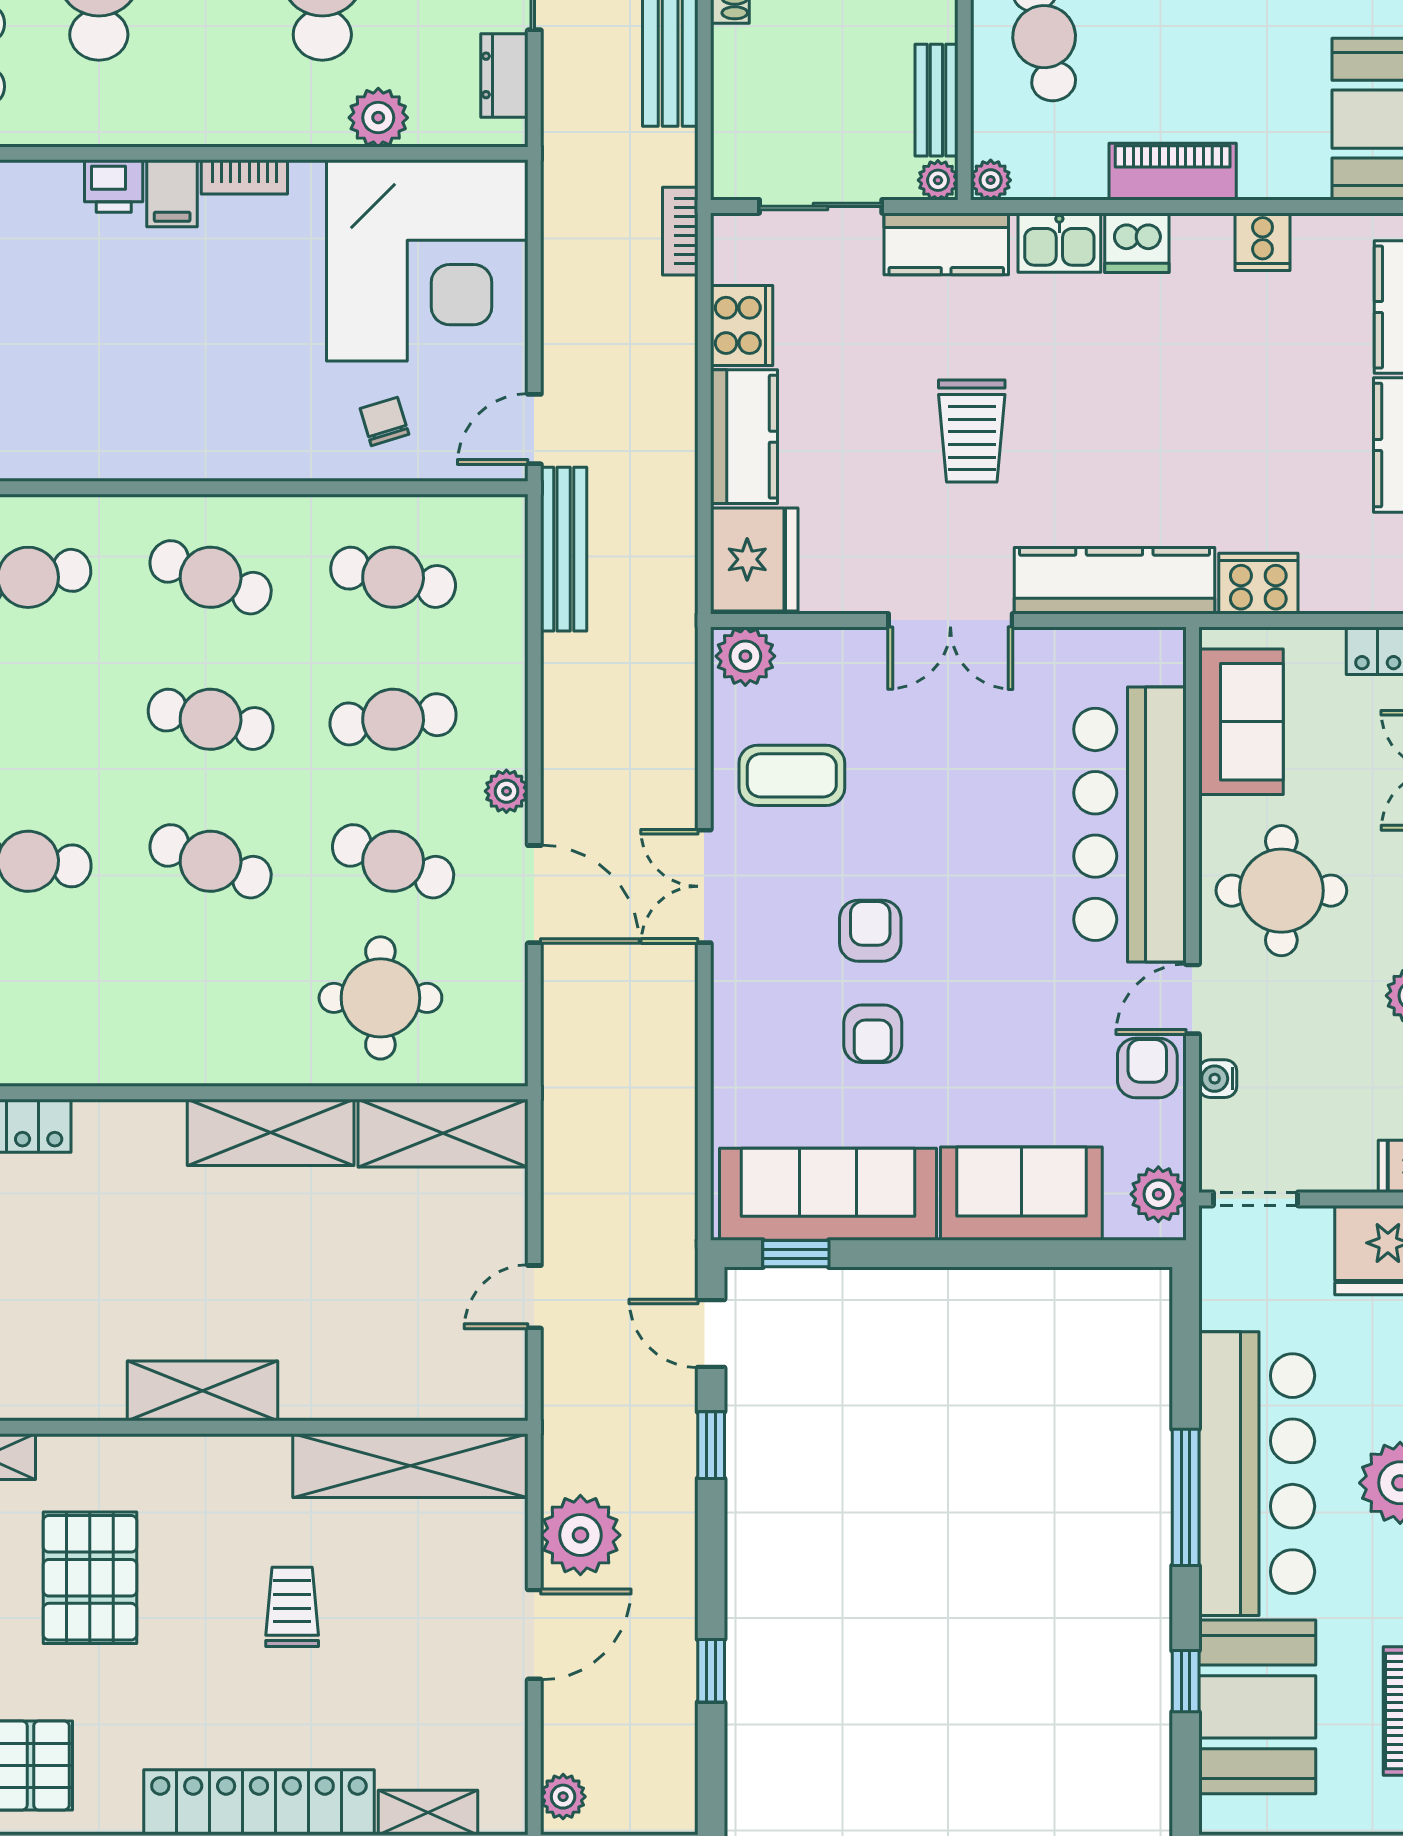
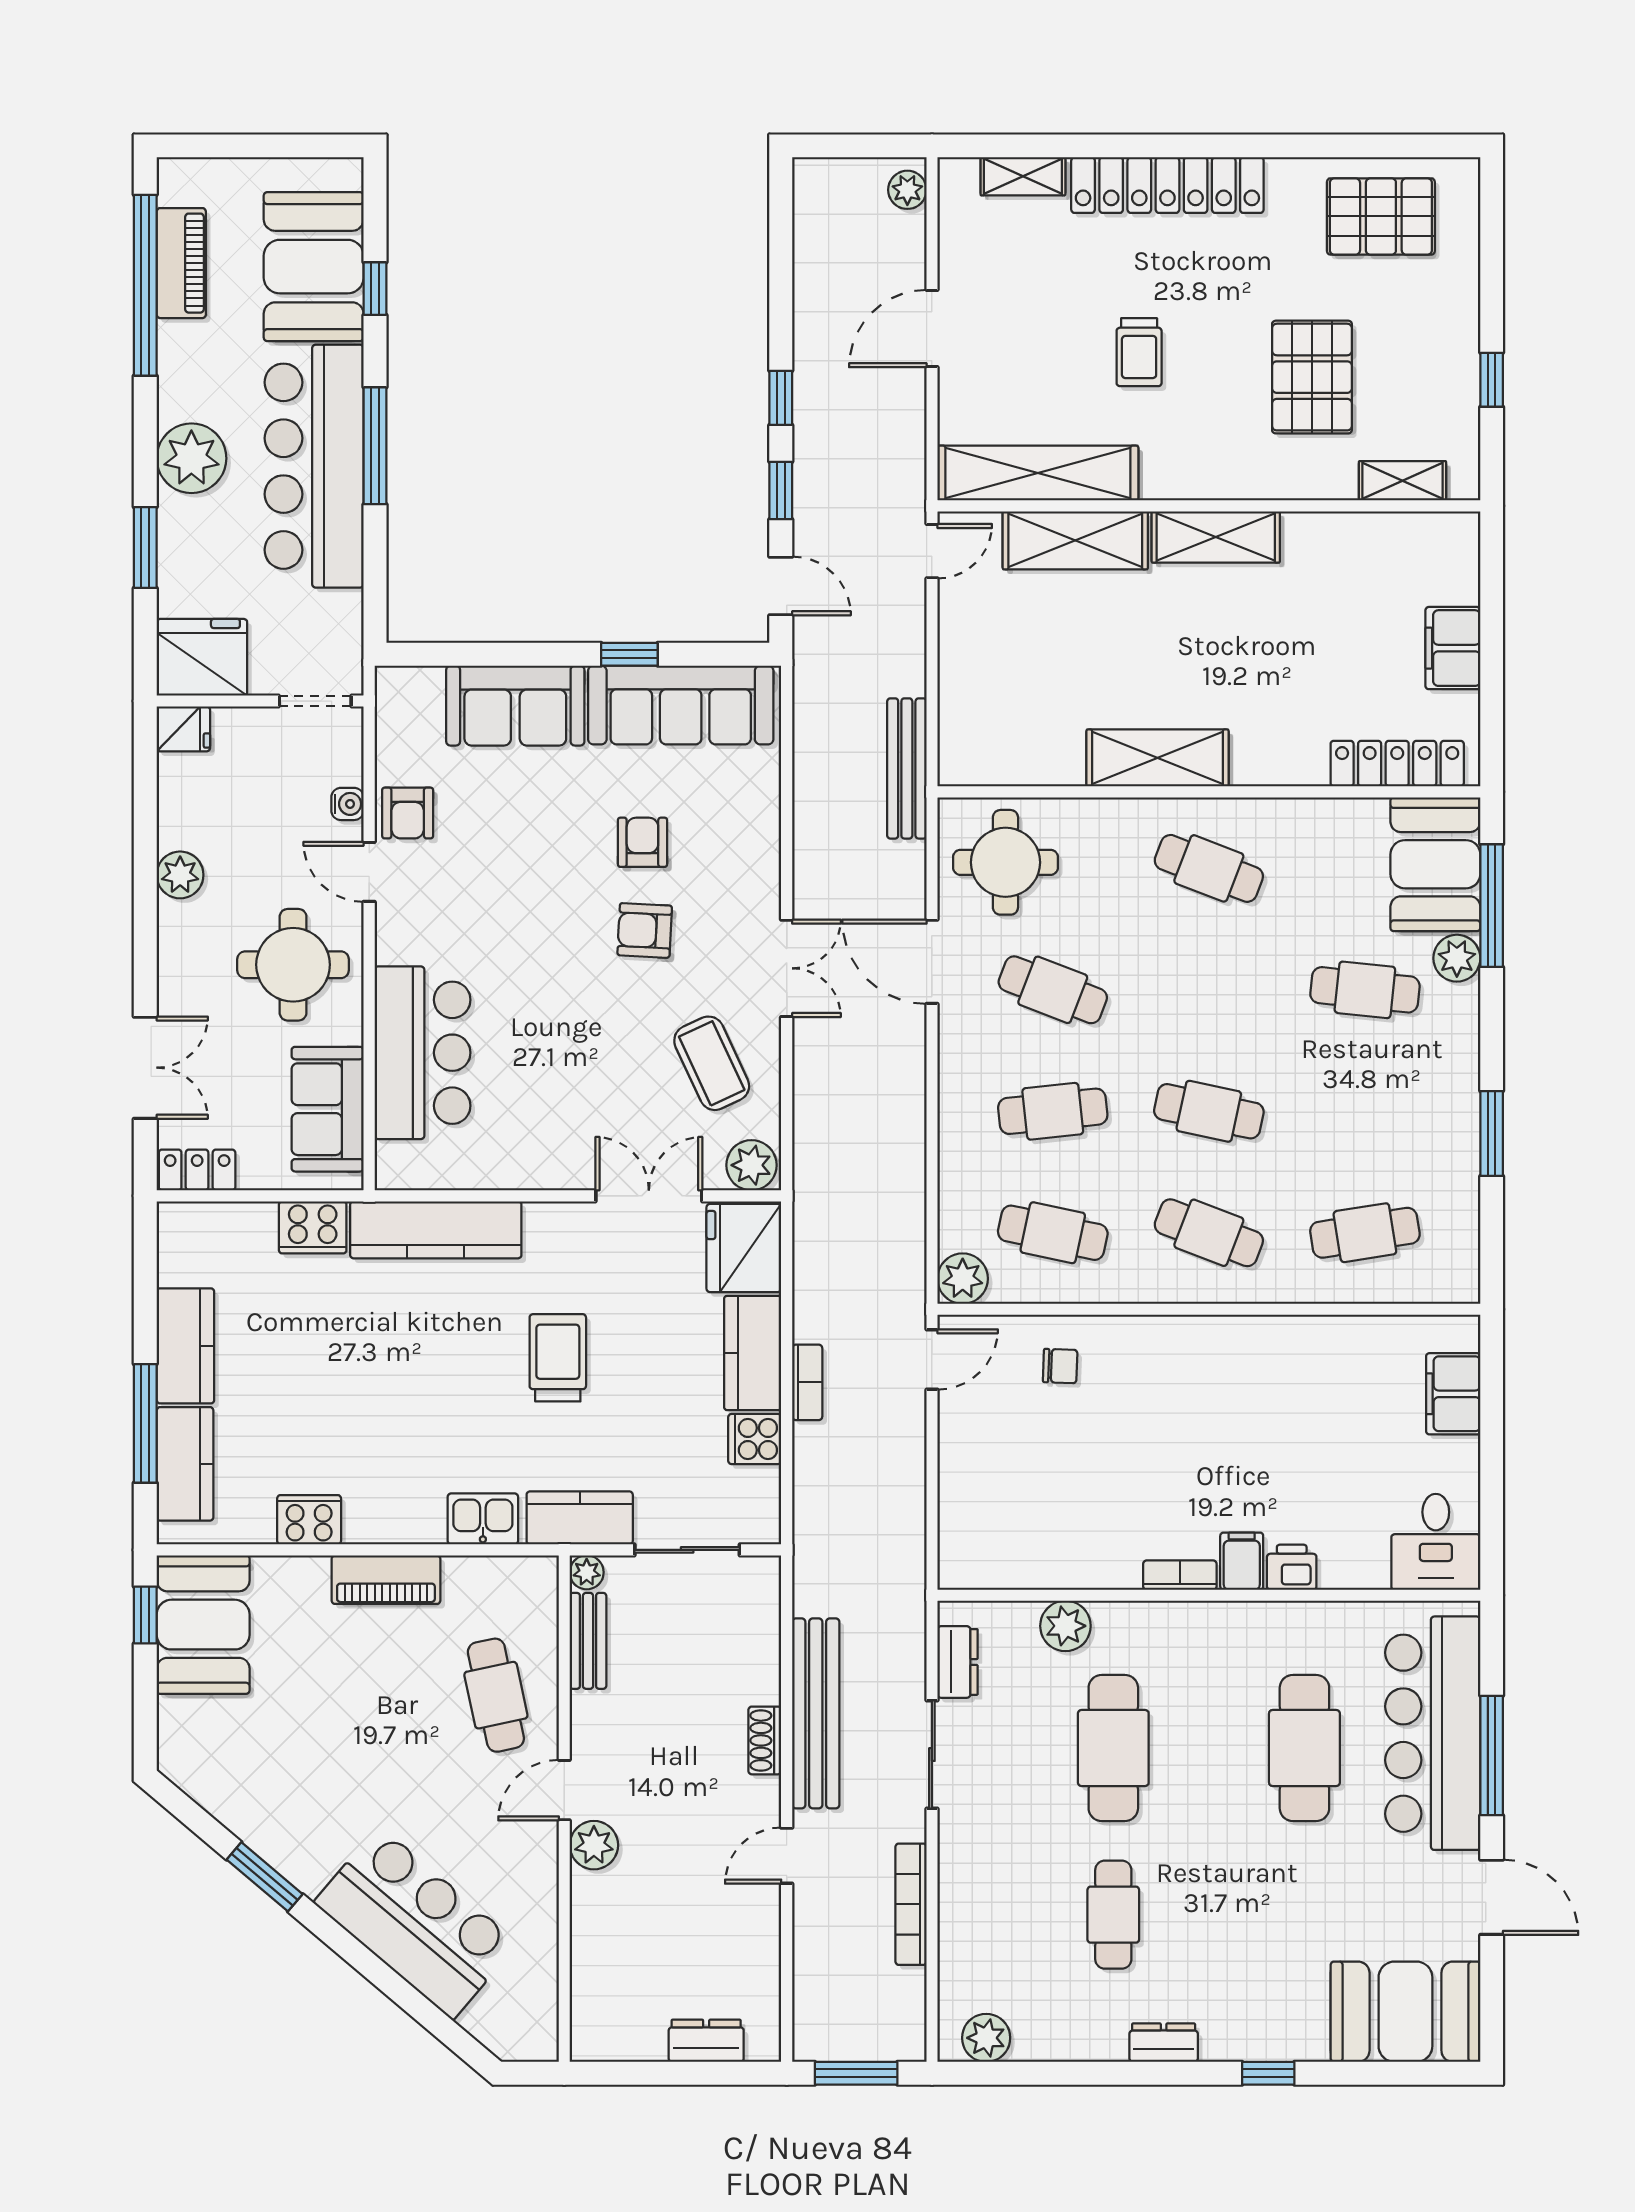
plant: (991, 180) -> (542, 1572), removed
bookcase: (680, 231) -> (807, 1382), moved
cooker: (1263, 242) -> (309, 1520), width x1.36
dishwasher: (1137, 243) -> (417, 1519), removed
corner desk: (427, 260) -> (1023, 1504), removed
cooker: (742, 325) -> (755, 1439), width x0.73
chair: (384, 421) -> (1060, 1366), turned -71
bench: (564, 549) -> (907, 768), moved
double door: (950, 620) -> (649, 1196), moved
coffee table: (792, 775) -> (712, 1063), turned 65
plant: (506, 791) -> (963, 1279), moved, width x1.38, depth x1.38
bar counter: (1130, 824) -> (422, 1053), width x0.73
cafe table: (211, 861) -> (1209, 868), moved
armchair: (870, 931) -> (645, 930), turned 93
round table: (380, 998) -> (1005, 862), moved
door: (1192, 999) -> (369, 872), swing flipped
shelving: (443, 1133) -> (1075, 540), moved
plant: (1158, 1194) -> (398, 705), removed
window: (796, 1254) -> (629, 654), moved
door: (534, 1297) -> (932, 551), moved
plant: (580, 1535) -> (892, 414), removed
window: (711, 1671) -> (781, 398), moved

